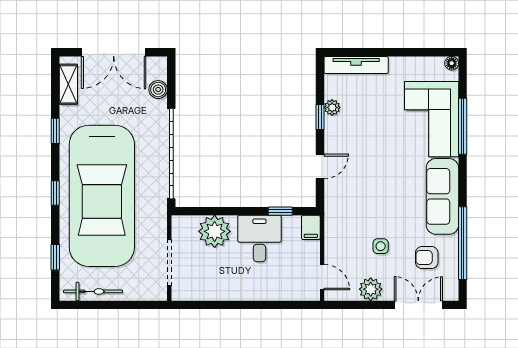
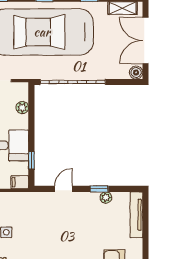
boiler: (158, 90) -> (136, 73), moved
door: (320, 166) -> (64, 189), swing flipped
plant: (215, 231) -> (22, 108), width x0.53, depth x0.53

